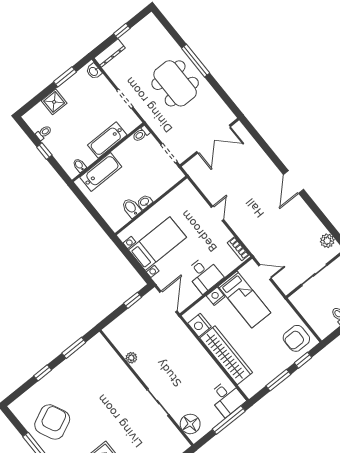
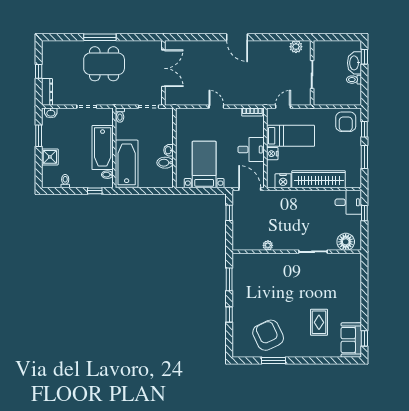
bathtub: (107, 140) -> (103, 148), width x1.36, depth x1.36
window: (44, 151) -> (95, 191), moved
bathtub: (101, 172) -> (127, 164), width x1.36, depth x1.36
window: (229, 420) -> (364, 213), width x0.46

